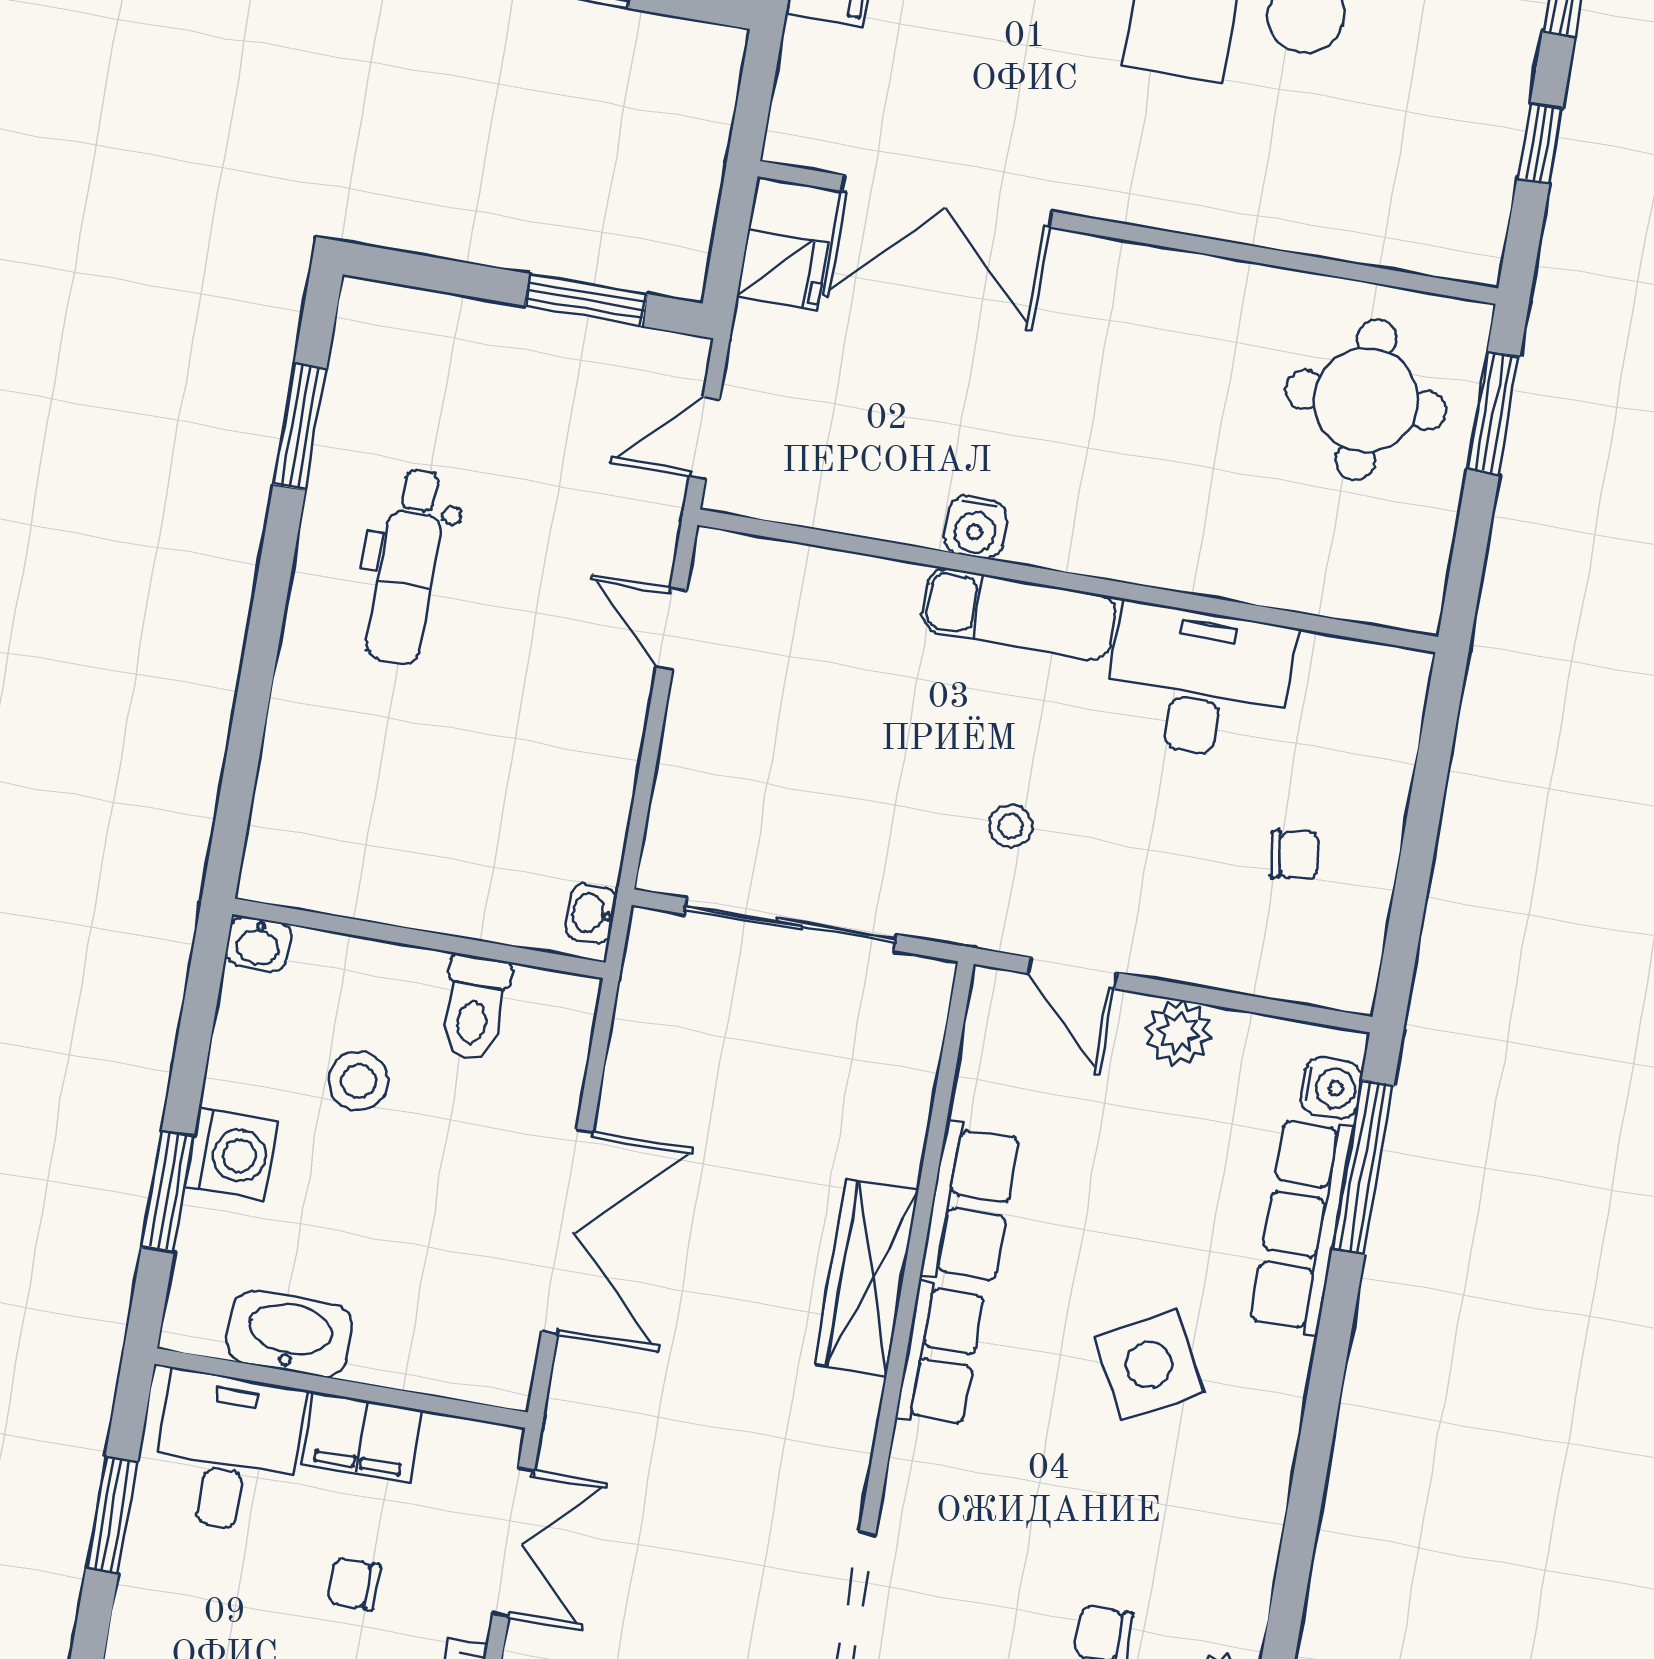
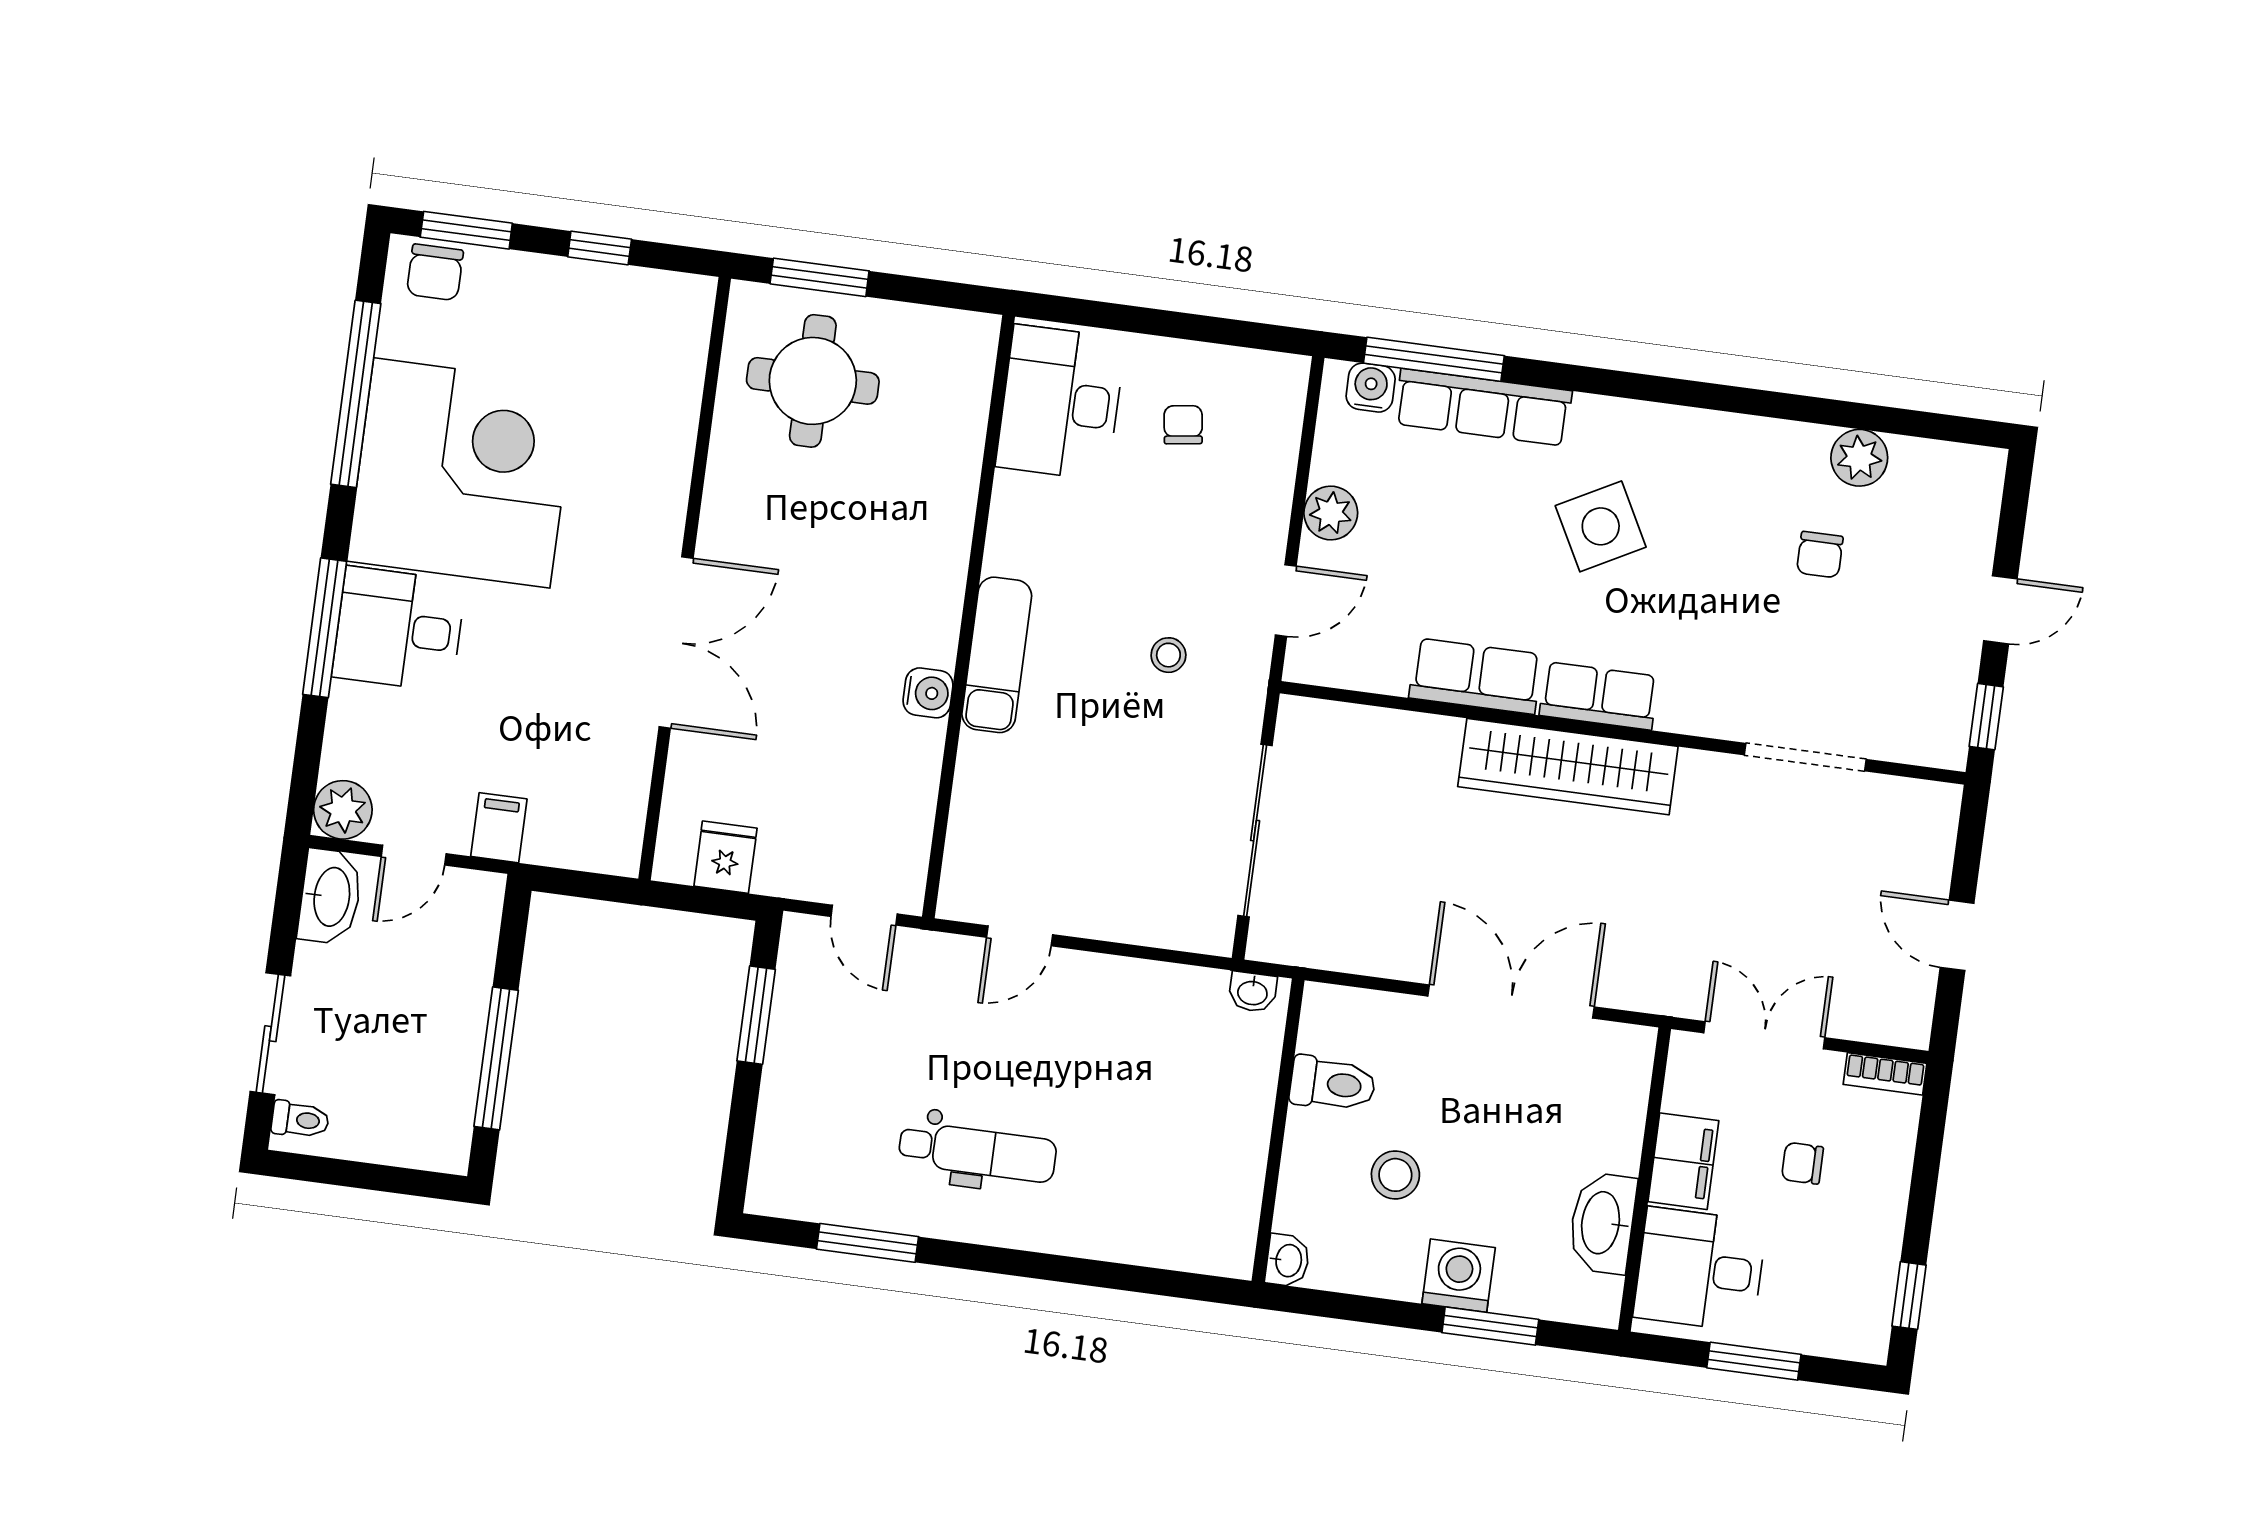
double door: (947, 201) -> (676, 643), moved
desk: (1199, 682) -> (1061, 403), moved
wardrobe: (867, 1277) -> (1568, 767), width x1.40, depth x1.17
chair: (354, 1584) -> (1802, 1163), turned 90

